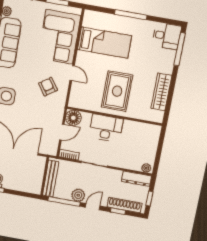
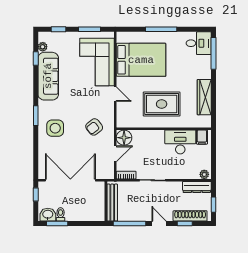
bed: (105, 43) -> (141, 60), width x1.50
armchair: (48, 87) -> (94, 127), moved, turned -93
rug: (117, 91) -> (162, 104), turned 90
desk: (106, 128) -> (180, 142), moved
filing cabinet: (151, 131) -> (202, 137), added
plant: (78, 195) -> (143, 214), removed
door: (93, 207) -> (159, 223), hinge flipped

